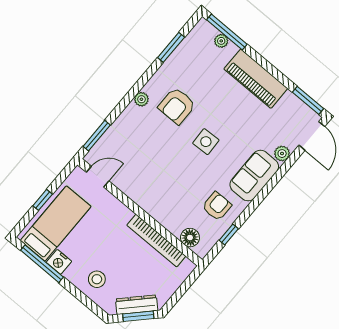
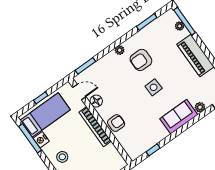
armchair: (217, 206) -> (116, 123), moved
floor lamp: (190, 238) -> (96, 101), moved
bookcase: (156, 241) -> (95, 127), moved

